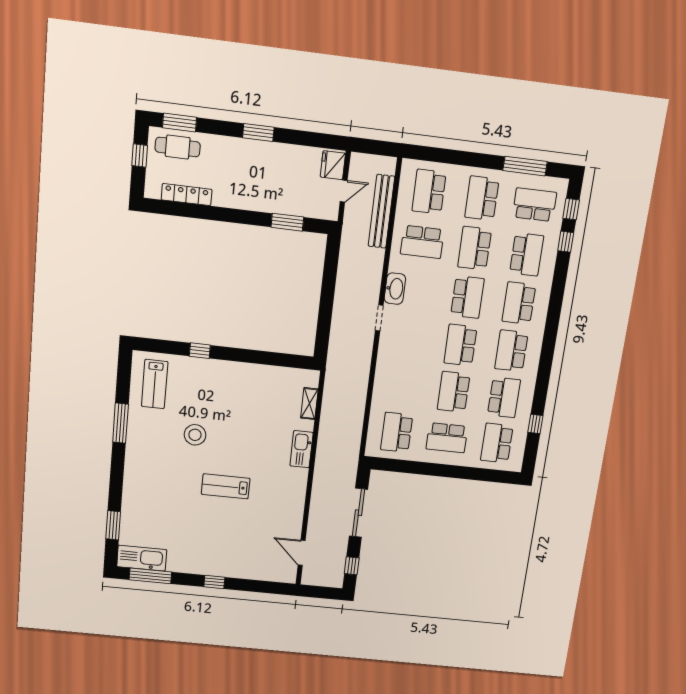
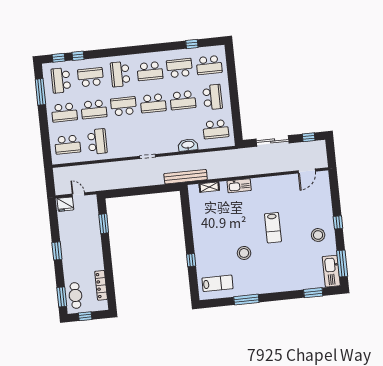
bench: (381, 211) -> (186, 177), moved
washbasin: (395, 289) -> (188, 145), moved
school desk: (519, 303) -> (120, 74), turned 90
stool: (201, 550) -> (318, 235), added

